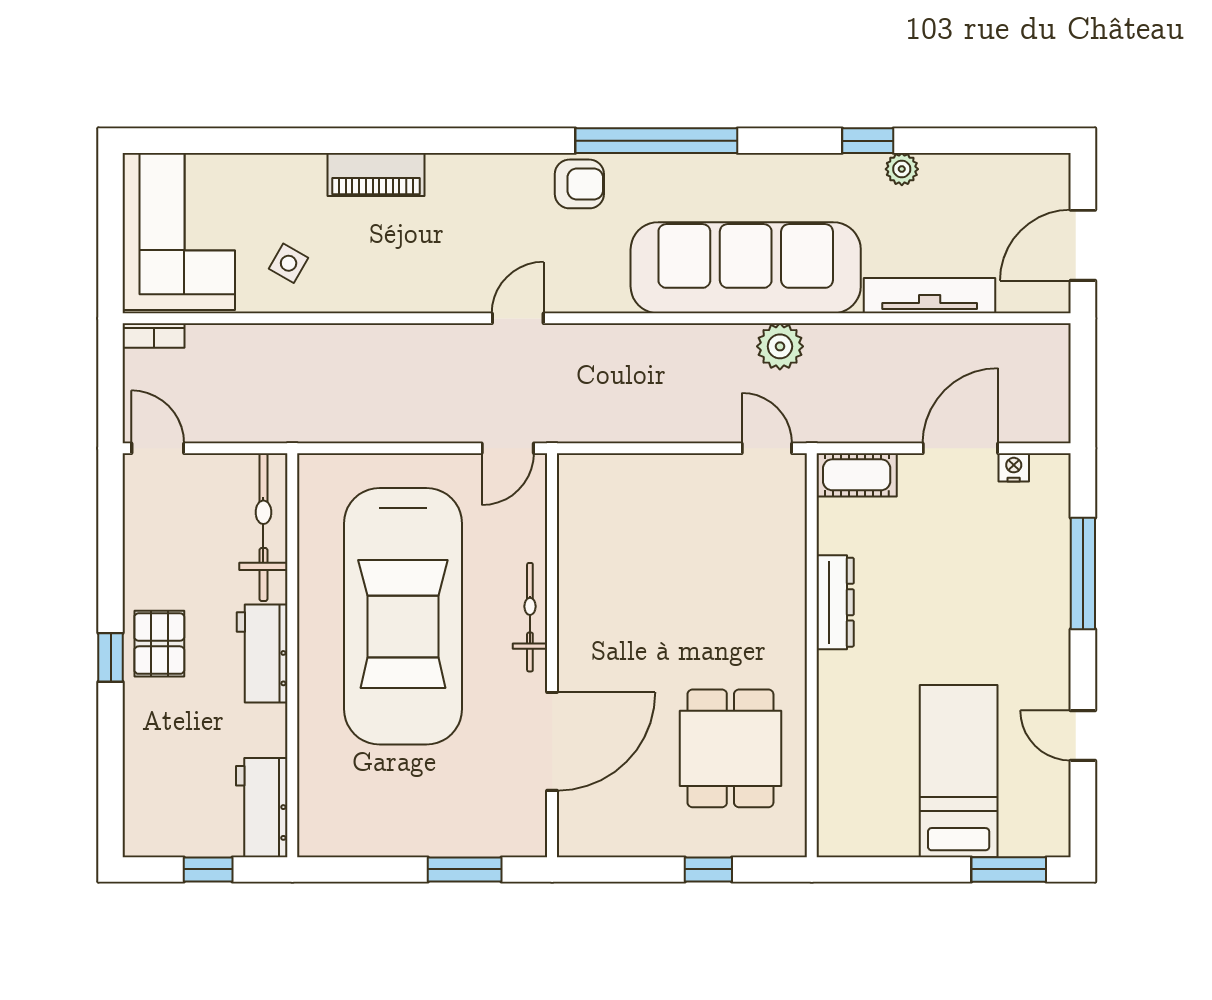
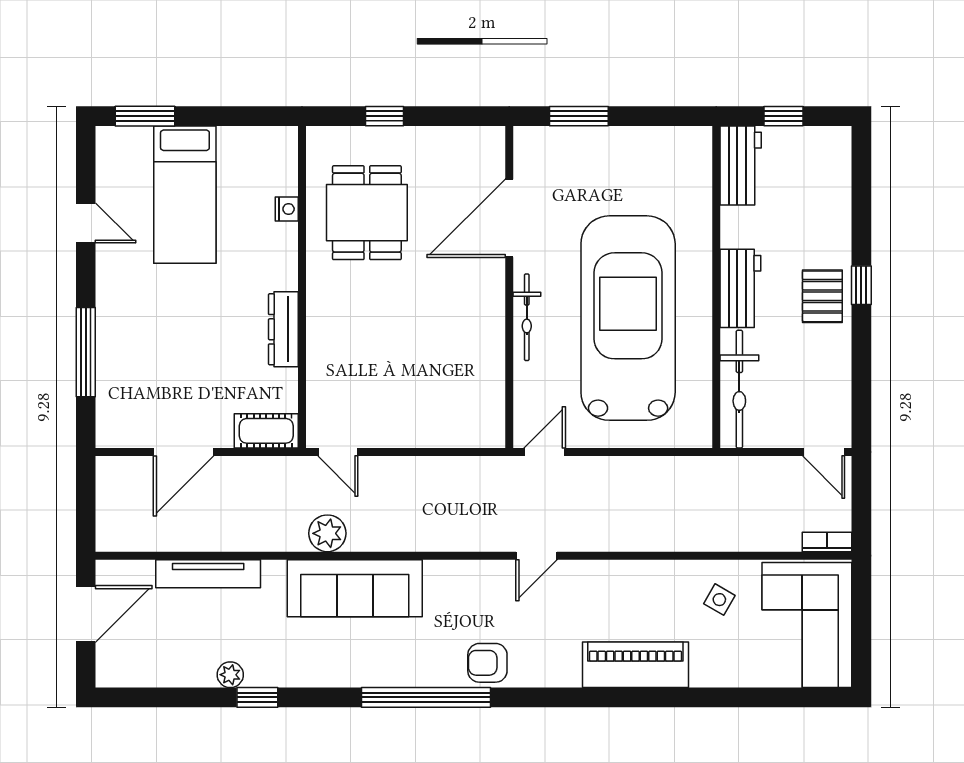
piano: (376, 174) -> (635, 665), width x1.37, depth x1.33
sofa: (746, 268) -> (355, 588), width x0.74, depth x0.79
nightstand: (1014, 467) -> (287, 209), moved, turned -90

